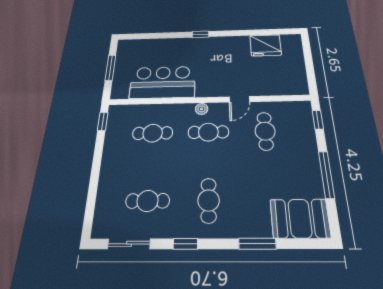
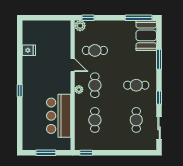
fridge: (265, 45) -> (29, 50), width x0.53, depth x0.75
plant: (303, 109) -> (80, 26), added
window: (326, 175) -> (139, 18), moved

